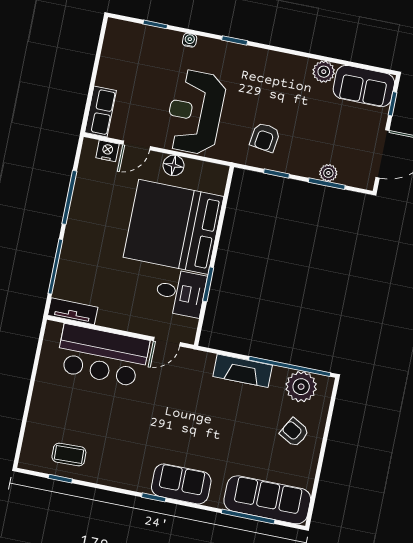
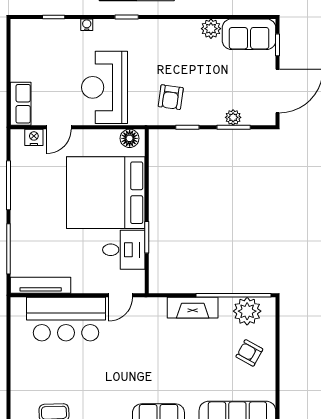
floor lamp: (174, 165) -> (130, 138), moved
tv unit: (73, 311) -> (41, 285), width x1.41

